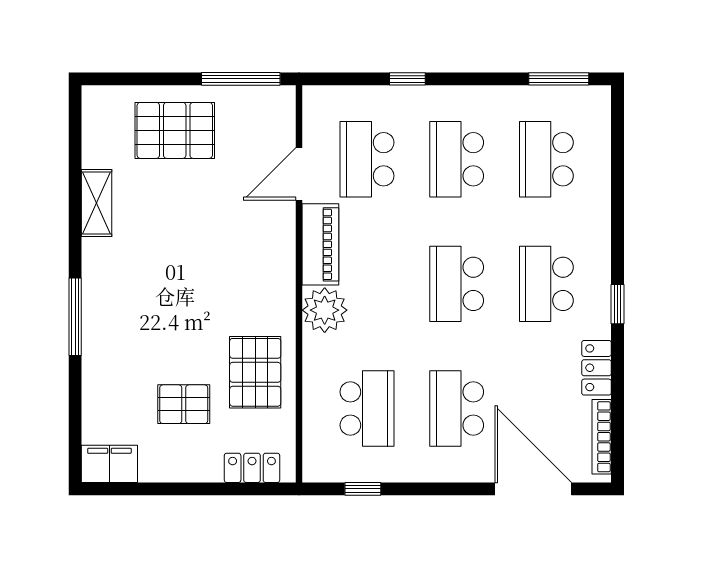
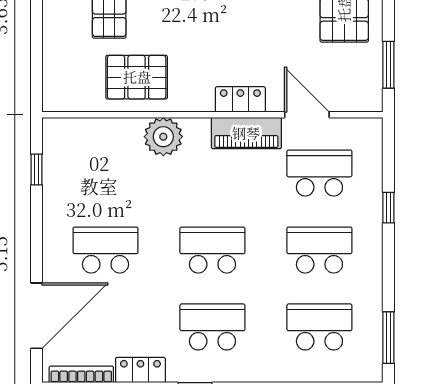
window: (241, 79) -> (388, 65), width x0.69
plant: (325, 310) -> (163, 137), moved
school desk: (367, 409) -> (105, 173), removed
locker: (252, 468) -> (240, 99), moved, turned -90

